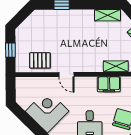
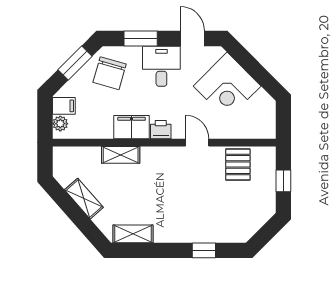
pallet: (40, 60) -> (238, 165), turned 90
printer: (90, 83) -> (161, 130), added

